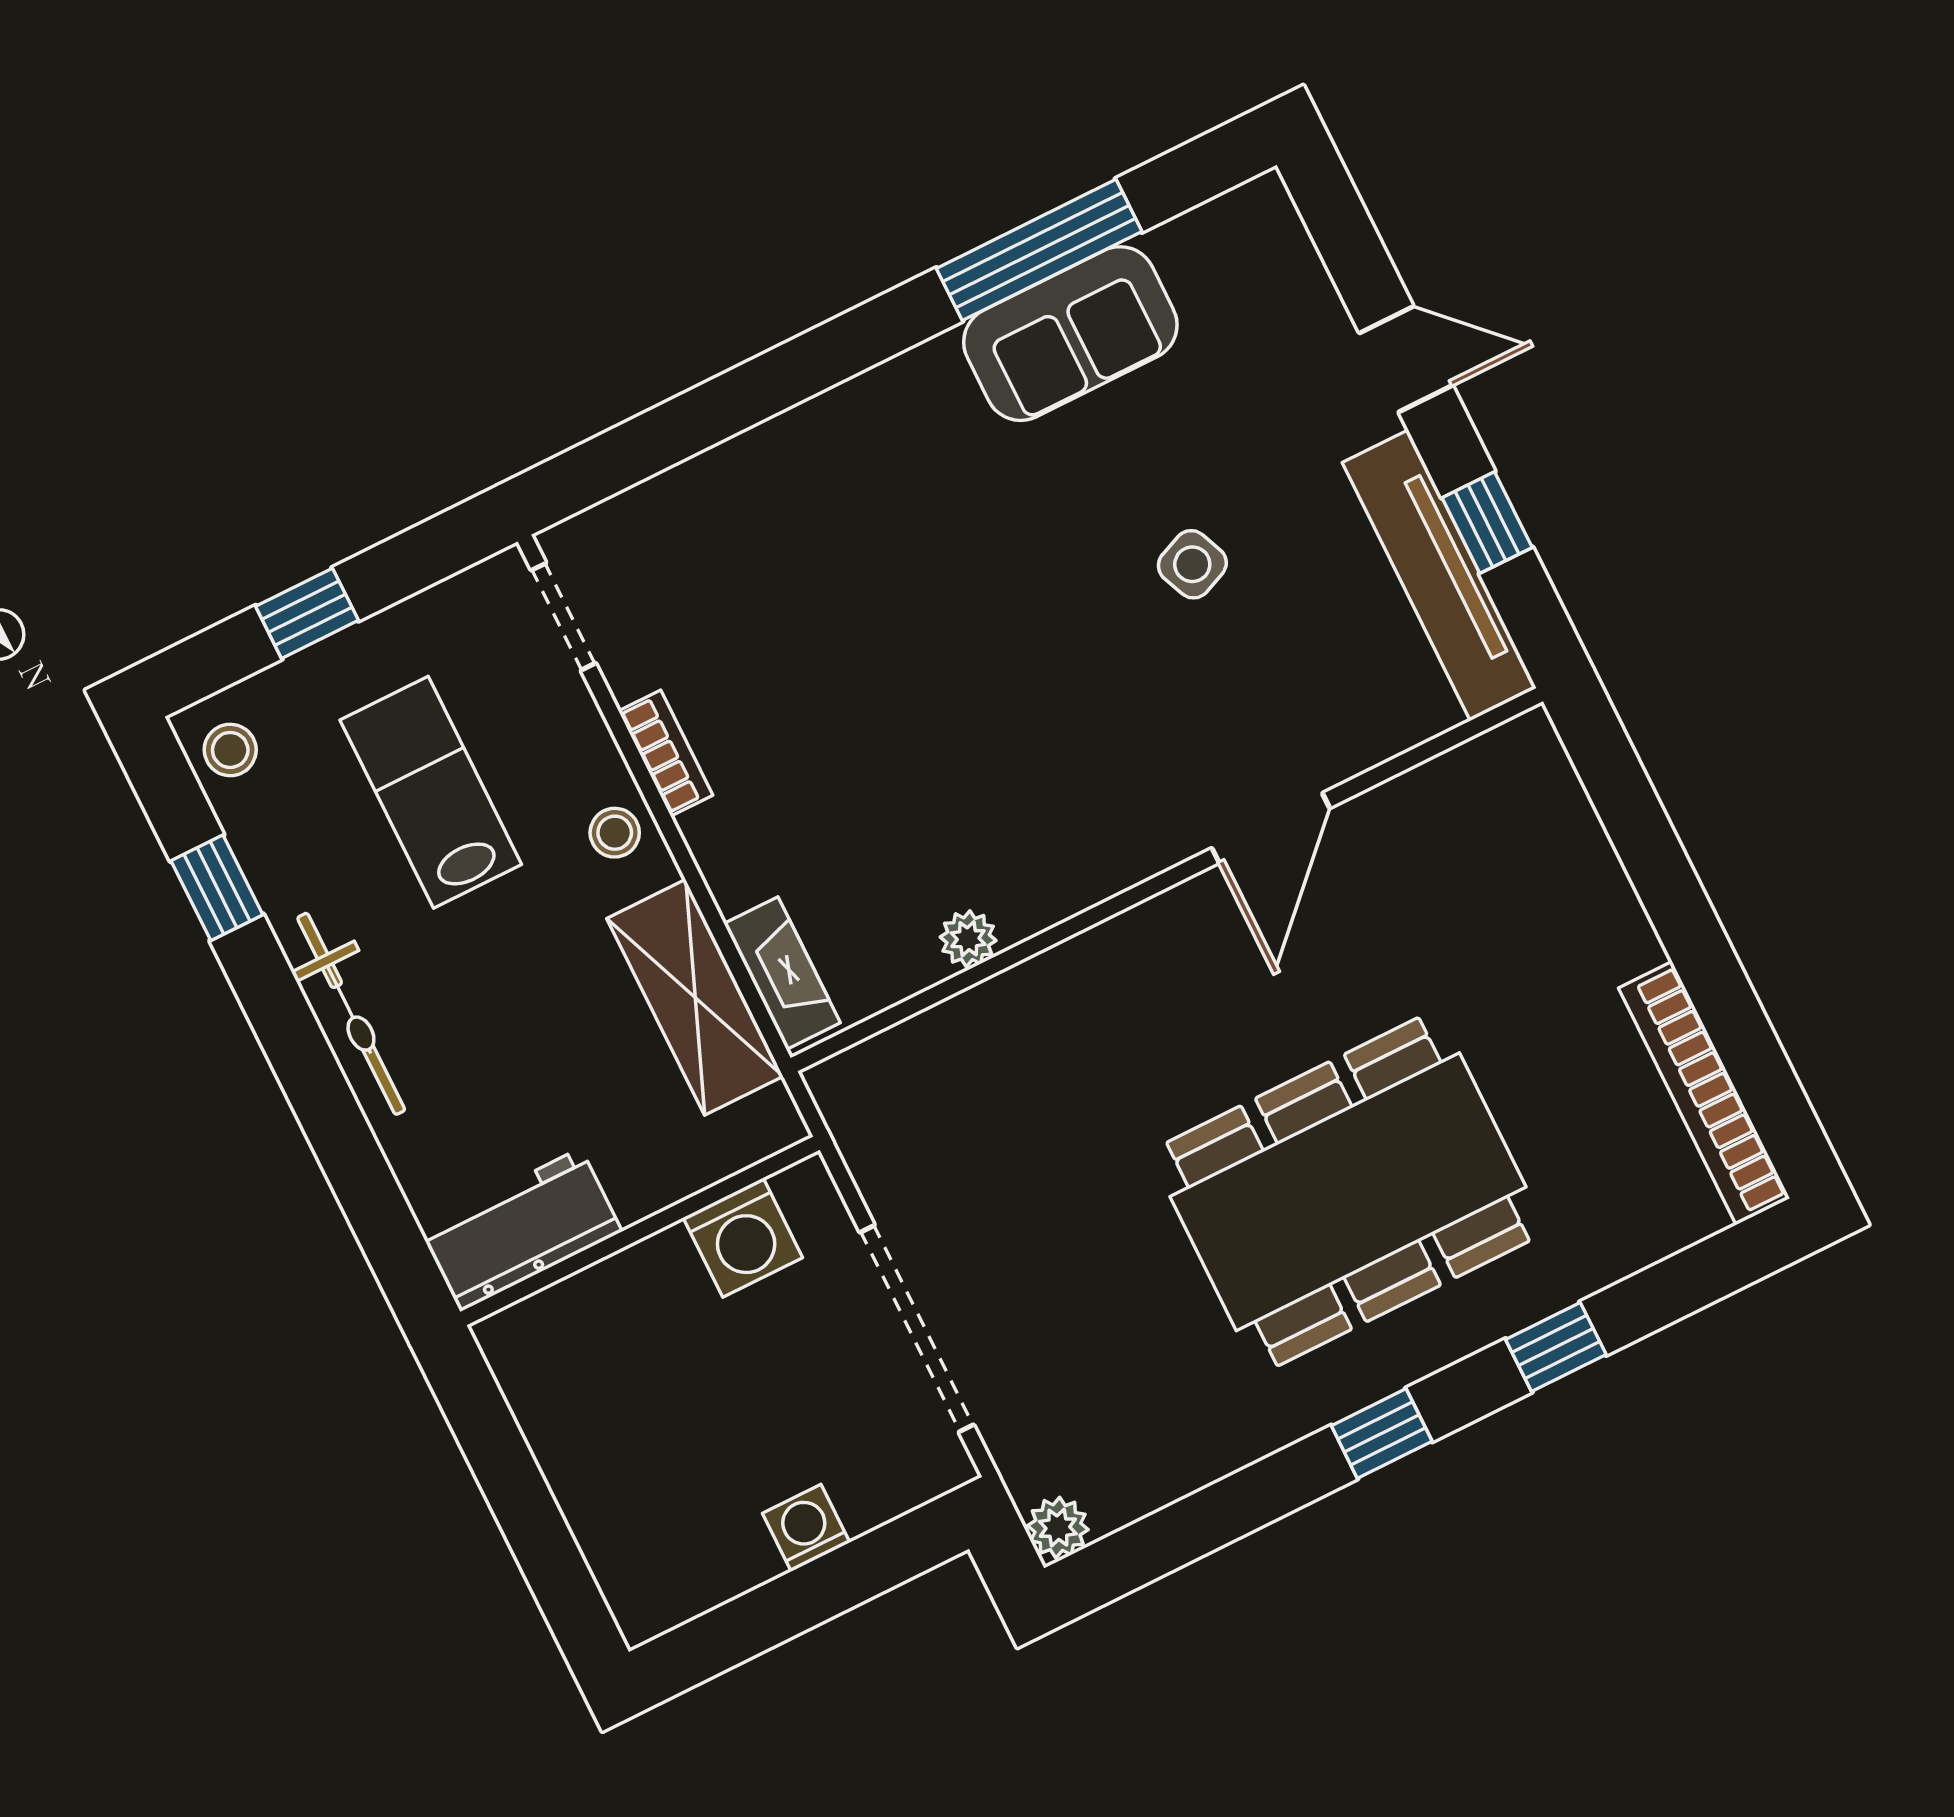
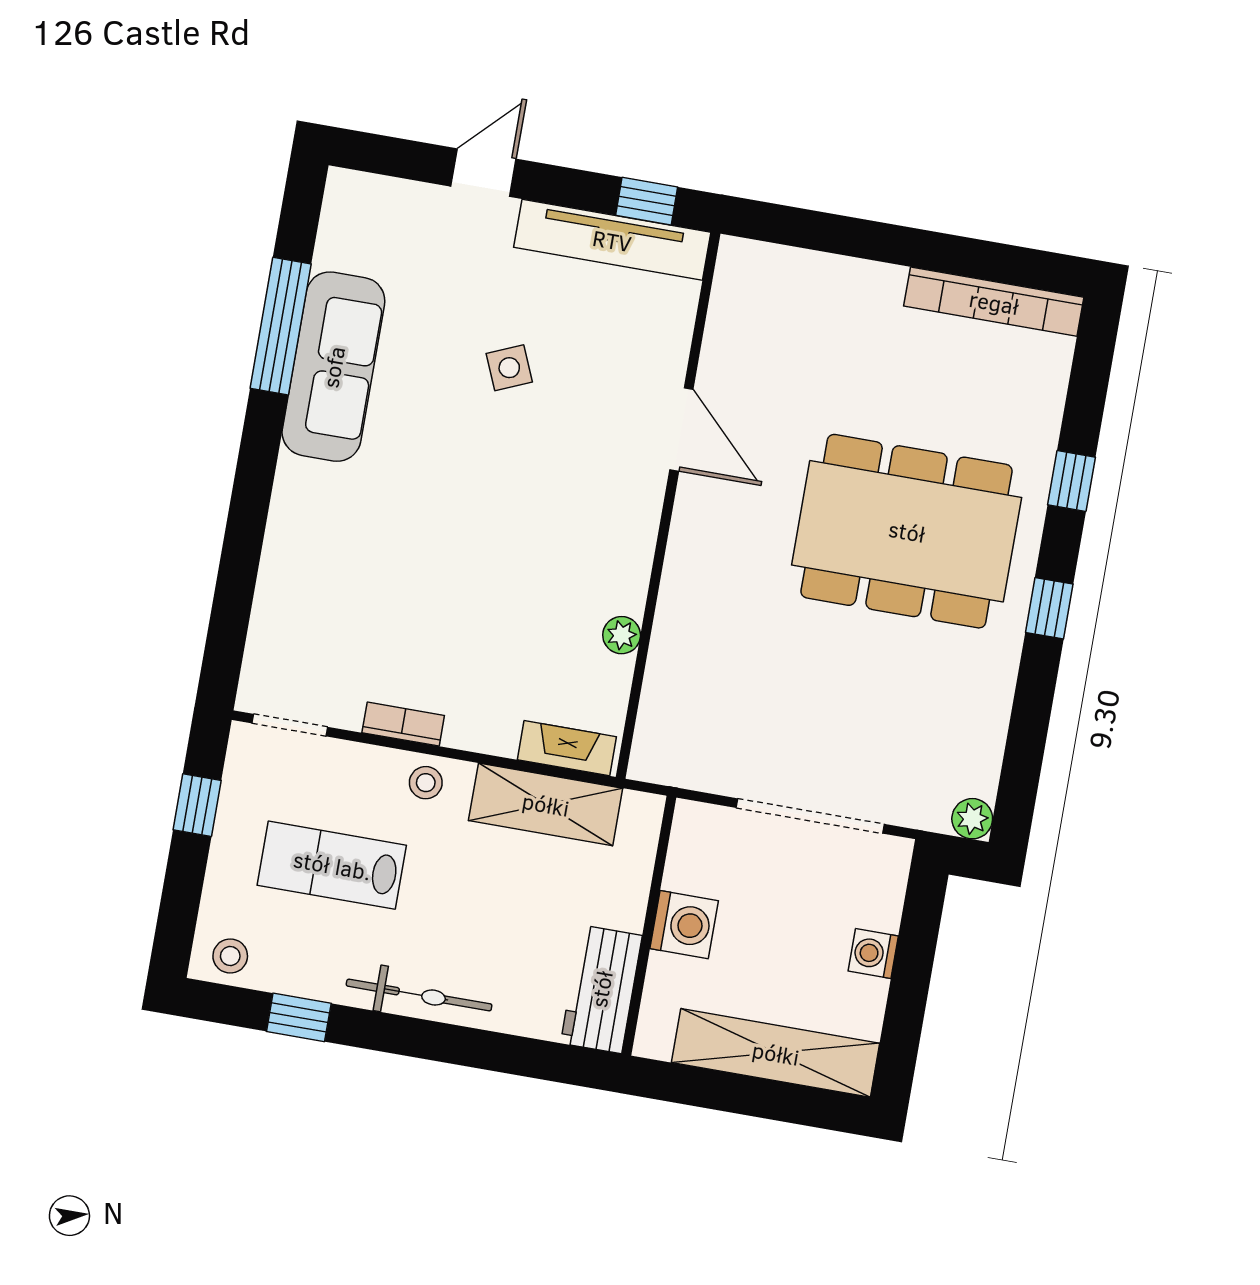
sofa: (1070, 334) -> (333, 367), width x1.36
window: (1487, 523) -> (647, 201), moved
window: (307, 613) -> (197, 805), moved
dining table: (1348, 1192) -> (907, 531), turned 90
washing machine: (743, 1238) -> (684, 925), moved
shelving: (599, 1498) -> (776, 1053), added

